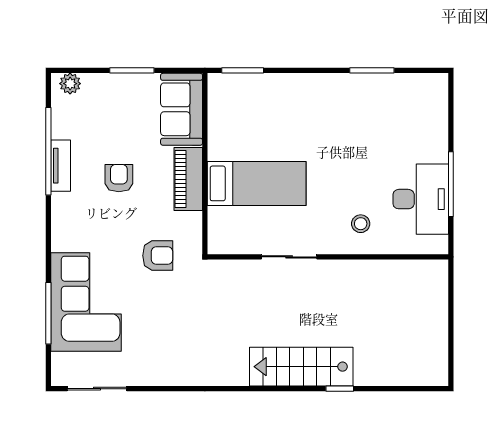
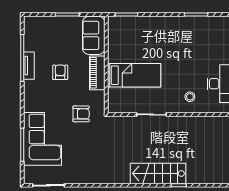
plant: (70, 84) -> (34, 22), removed

